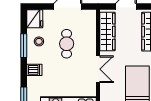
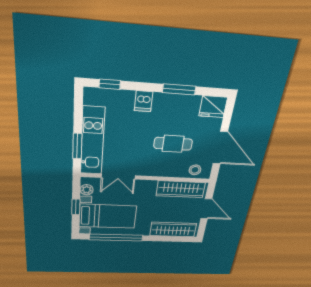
stool: (39, 41) -> (195, 170), moved
double door: (98, 69) -> (118, 177), moved

